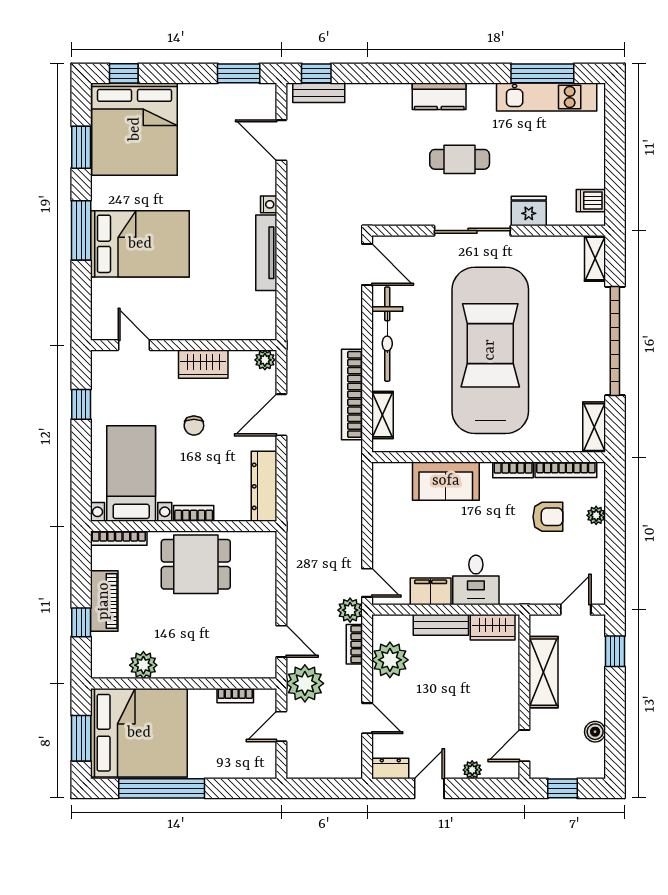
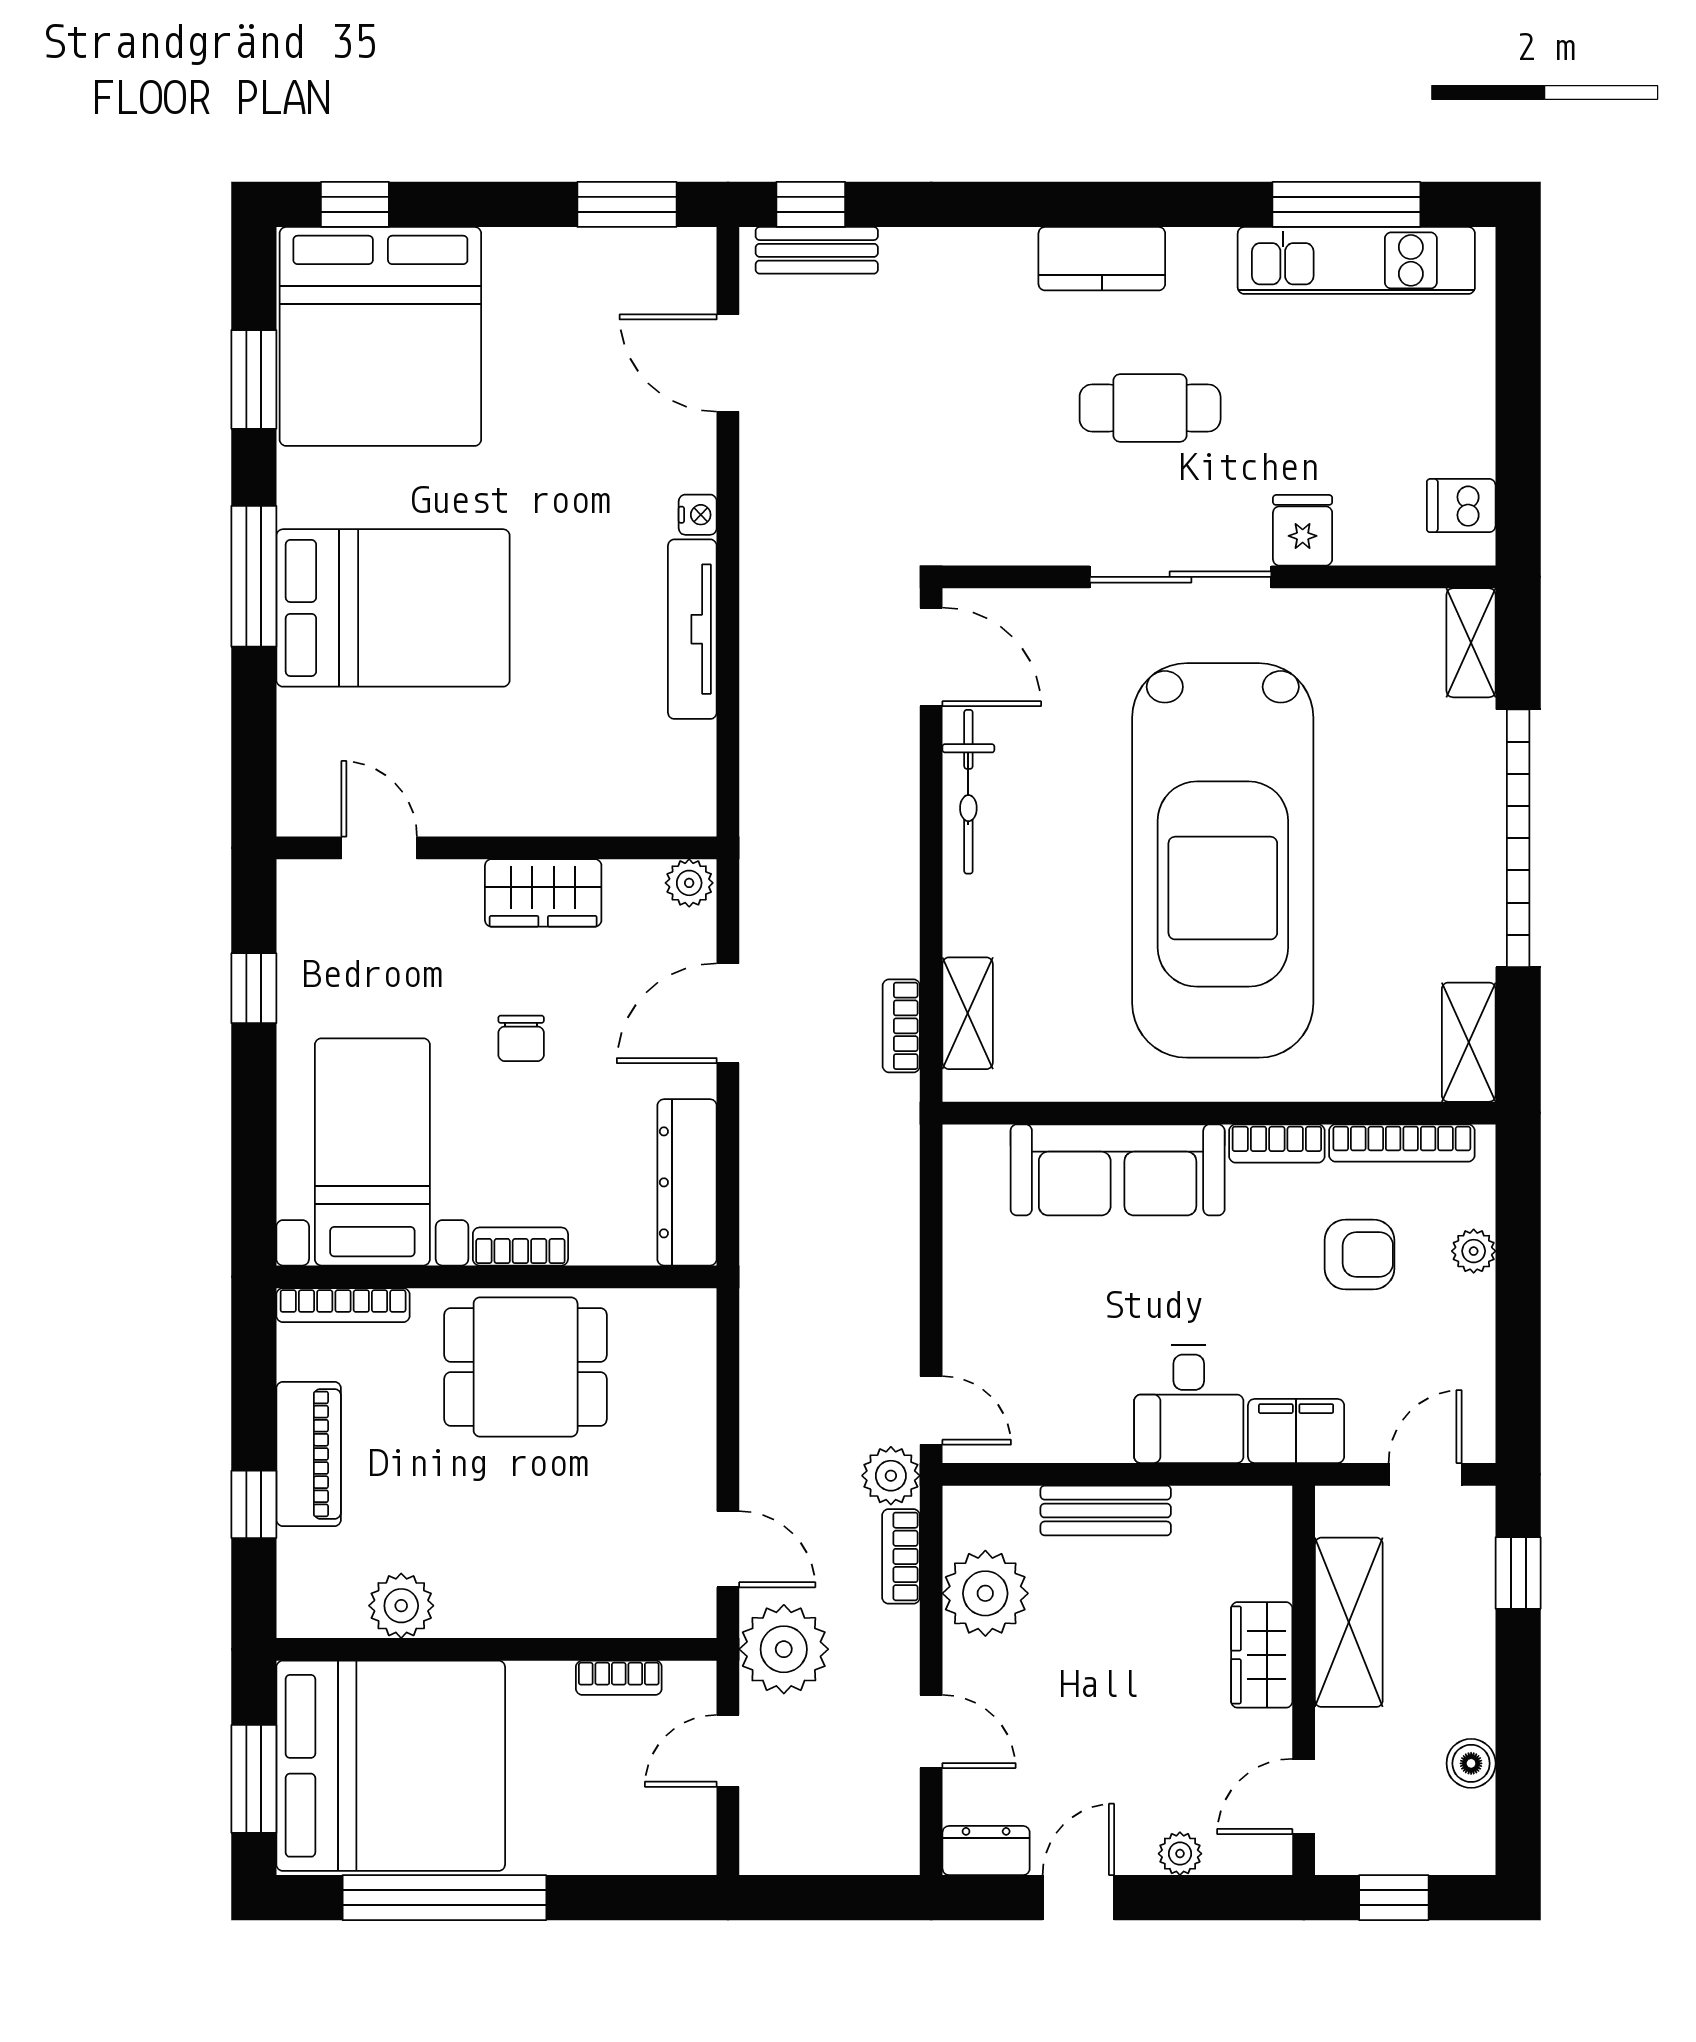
fridge: (529, 211) -> (1303, 530), width x0.72
bicycle: (387, 334) -> (968, 792), width x0.73, depth x0.71
car: (490, 350) -> (1223, 860), turned 180
bookcase: (352, 394) -> (901, 1026), width x0.43, depth x0.76
sofa: (446, 481) -> (1118, 1170), width x1.36
filing cabinet: (431, 591) -> (1296, 1431), moved
wardrobe: (493, 627) -> (1262, 1655), moved, turned 90

